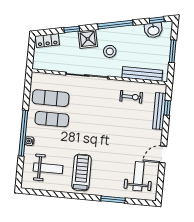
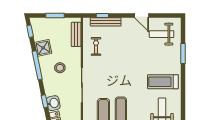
washbasin: (153, 30) -> (53, 103), moved
shower: (88, 39) -> (43, 48), moved
bench: (142, 74) -> (76, 34), width x0.73

